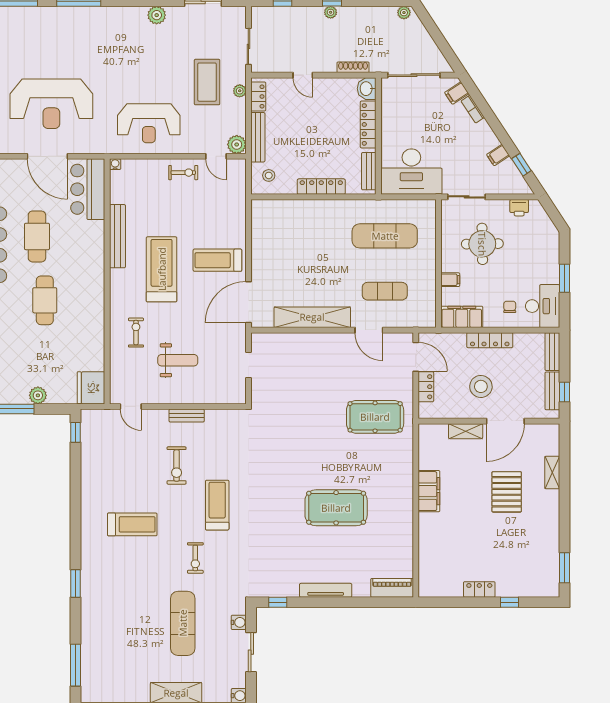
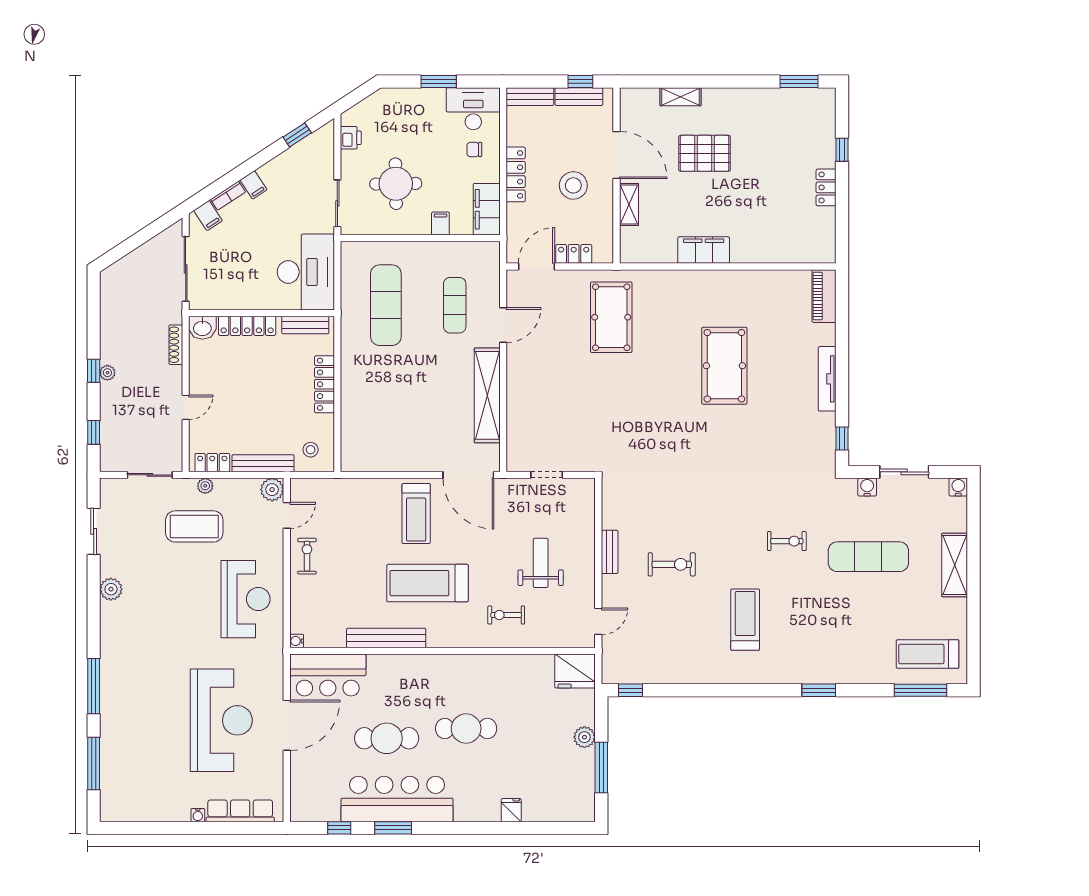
plant: (404, 13) -> (108, 281), removed
filing cabinet: (498, 155) -> (253, 185), moved
treadmill: (217, 505) -> (928, 654), moved

